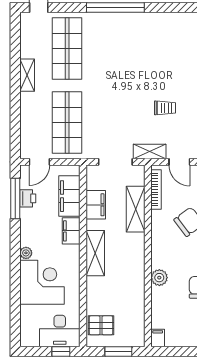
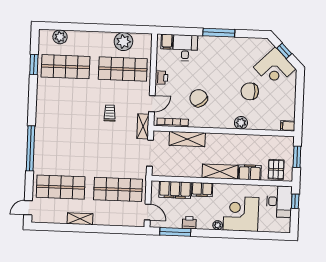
printer: (28, 198) -> (189, 223), moved
filing cabinet: (96, 205) -> (250, 172), moved

